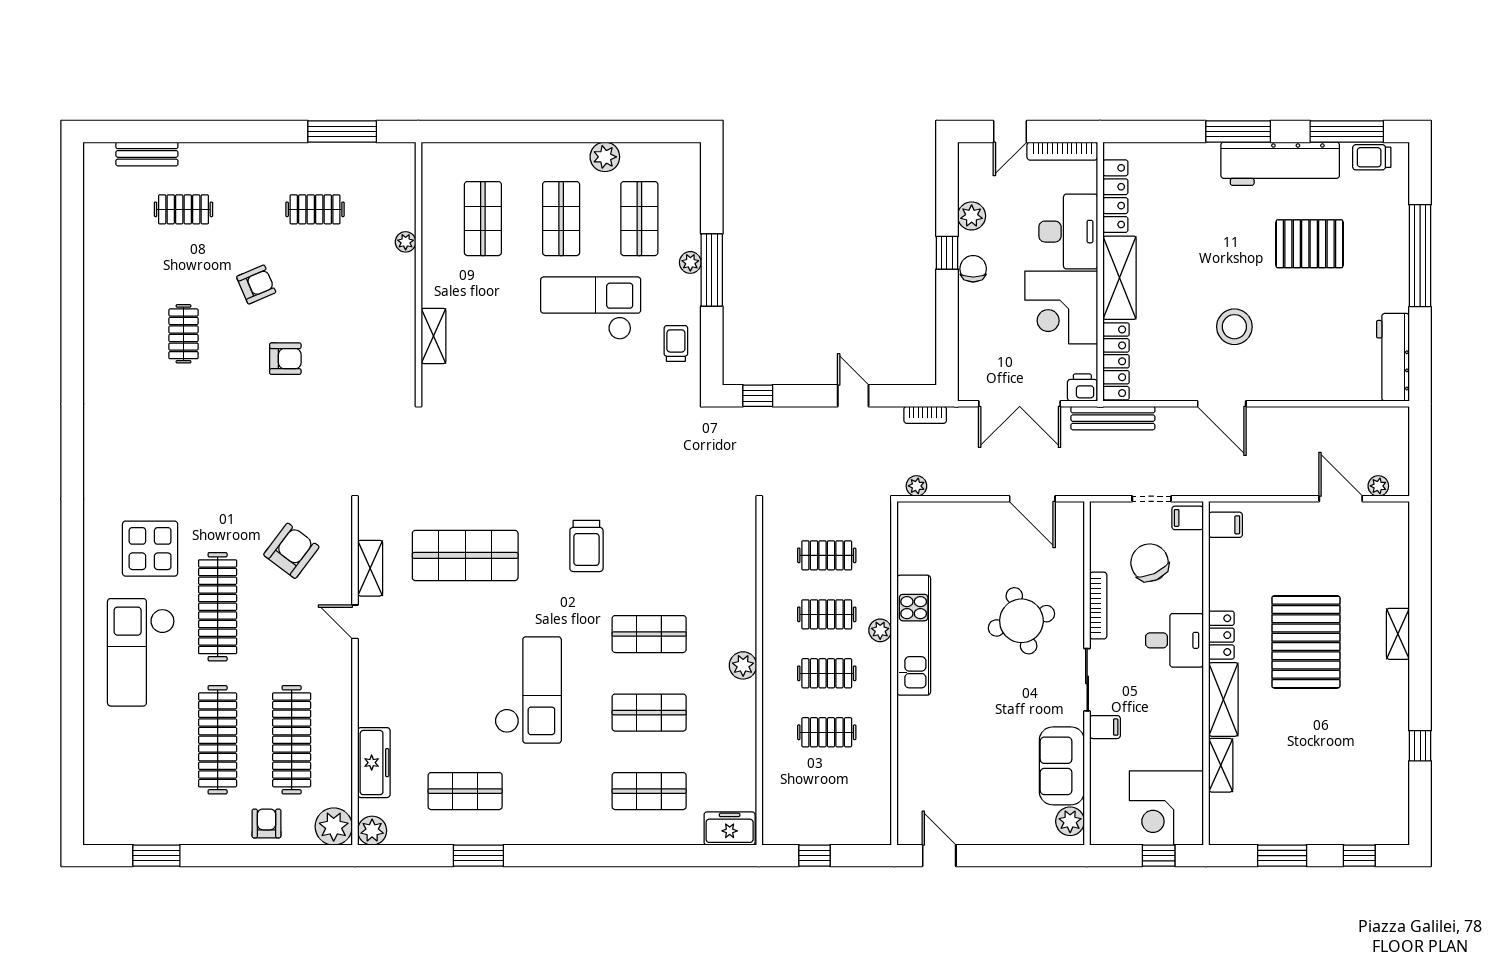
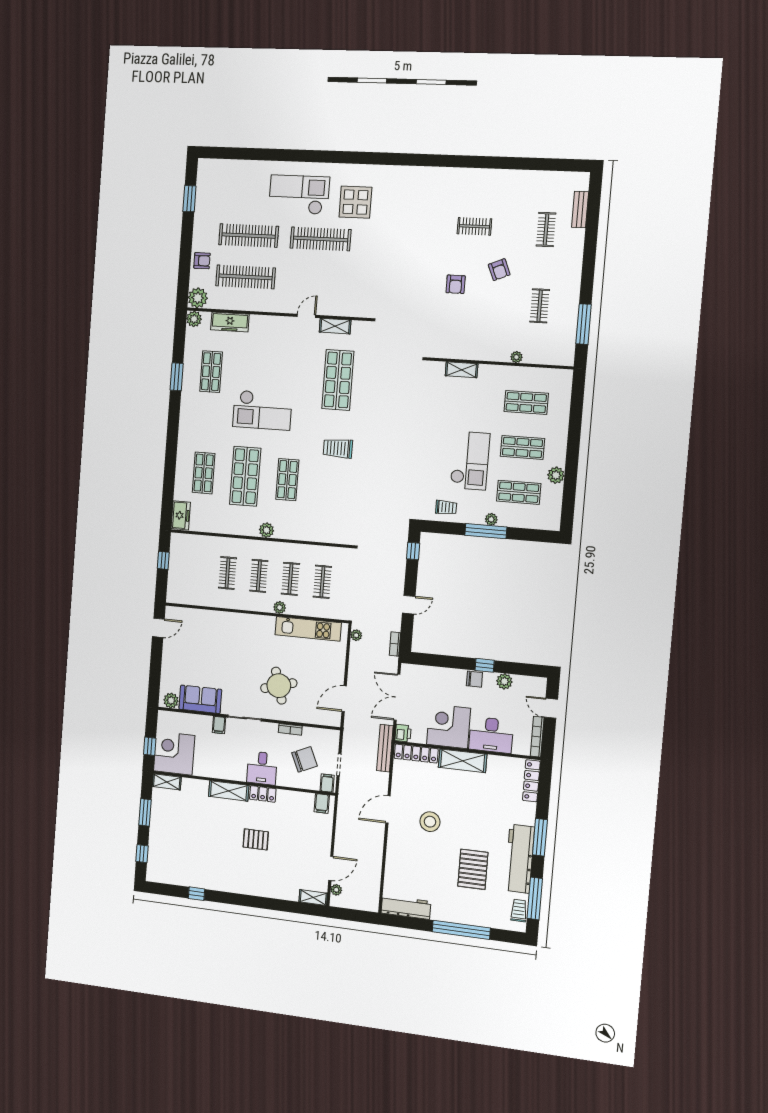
locker: (1115, 196) -> (531, 781), moved, turned 90
armchair: (291, 551) -> (348, 282), removed
bookcase: (1098, 606) -> (290, 729), width x0.64
shelving: (1398, 634) -> (313, 898), moved
kitchen unit: (914, 635) -> (308, 629), moved
pallet: (1306, 642) -> (256, 839), width x0.49, depth x0.50
shop shelf: (649, 713) -> (245, 476), width x1.43, depth x1.36
shelving: (1221, 765) -> (167, 782), moved

